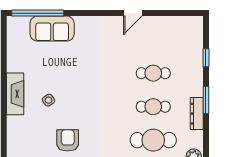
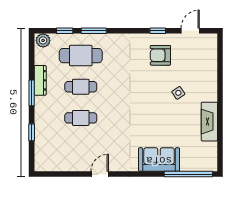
sofa: (52, 29) -> (159, 160), moved
fireplace: (15, 94) -> (209, 122), moved
armchair: (68, 140) -> (160, 55), turned 90

